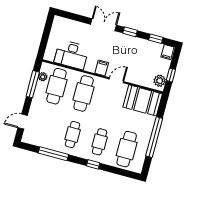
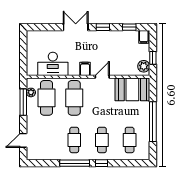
cafe table: (127, 149) -> (130, 140), width x0.73, depth x0.74
window: (53, 154) -> (75, 163), moved

